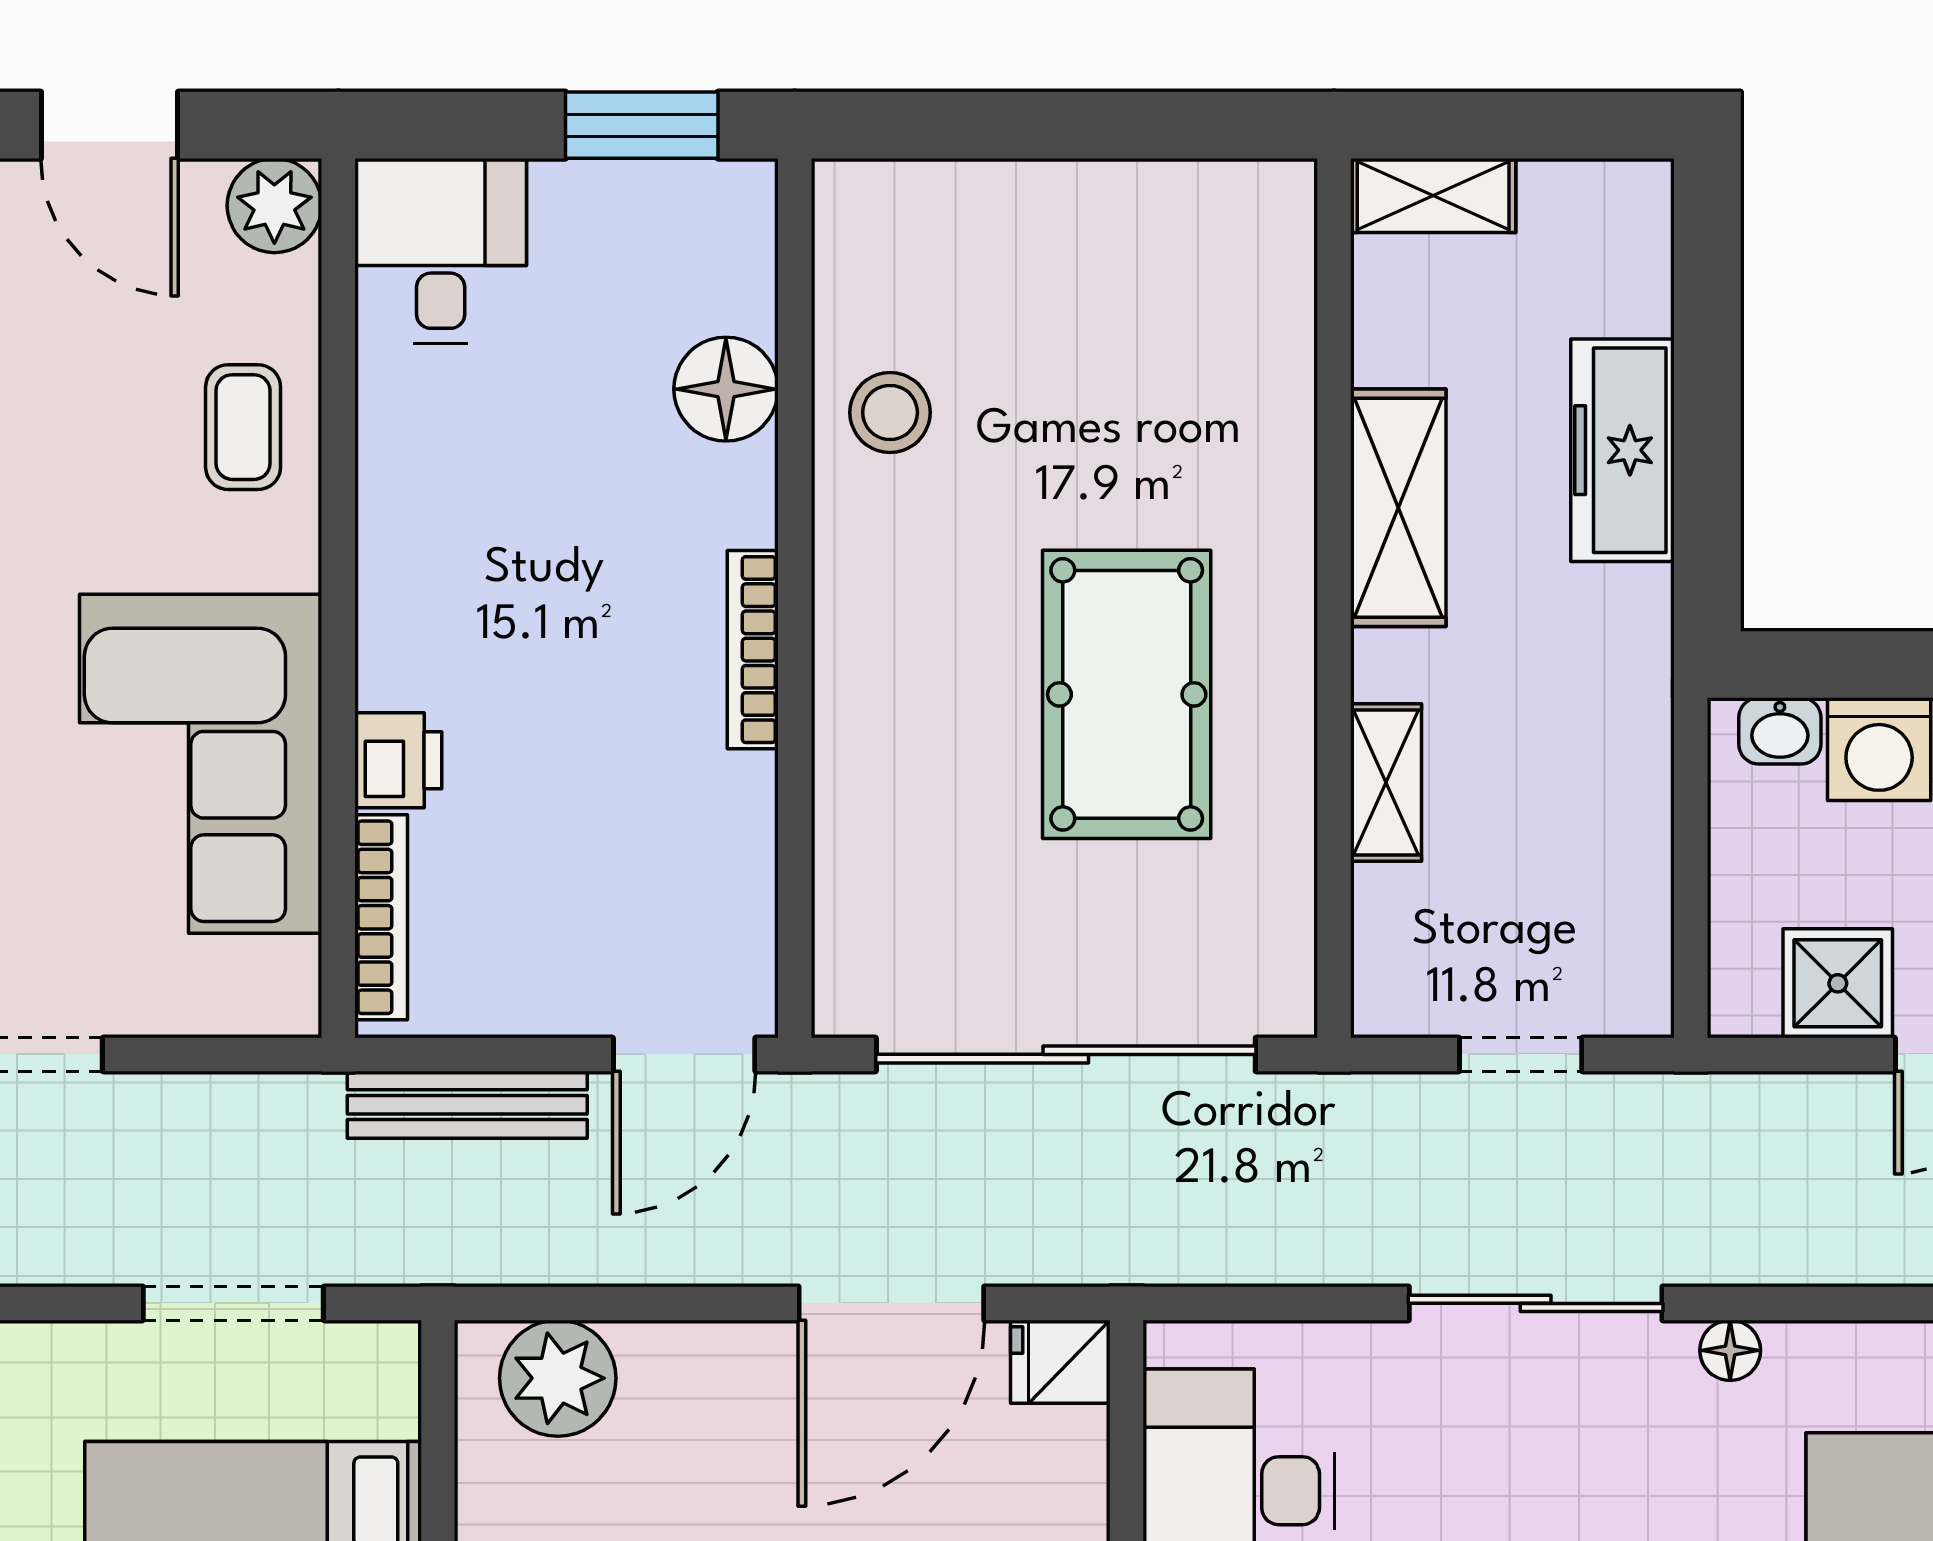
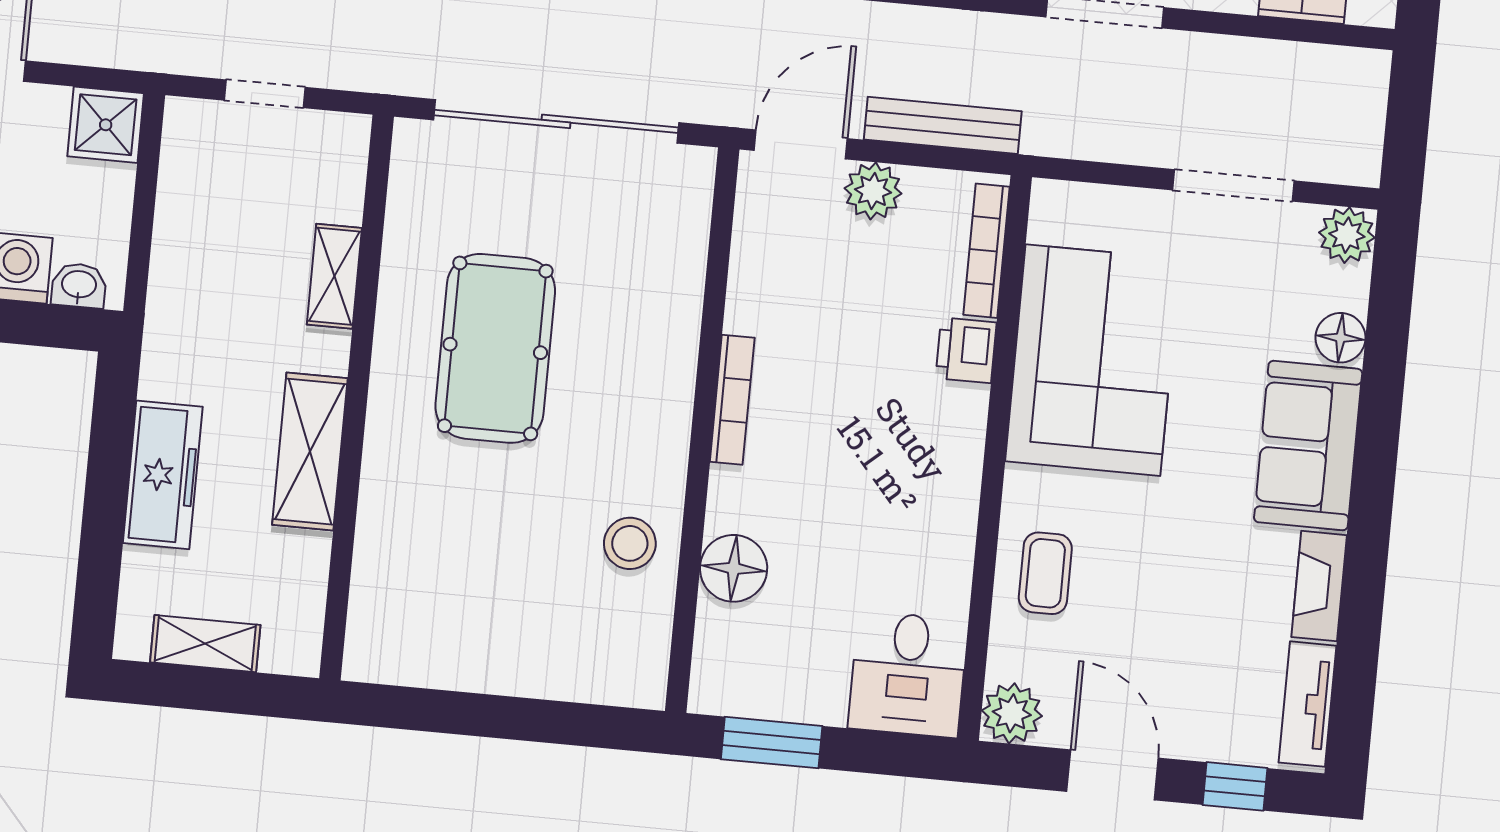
shelving: (1433, 195) -> (205, 644), moved
shower: (1838, 983) -> (106, 125), moved
plant: (565, 993) -> (873, 191), added

